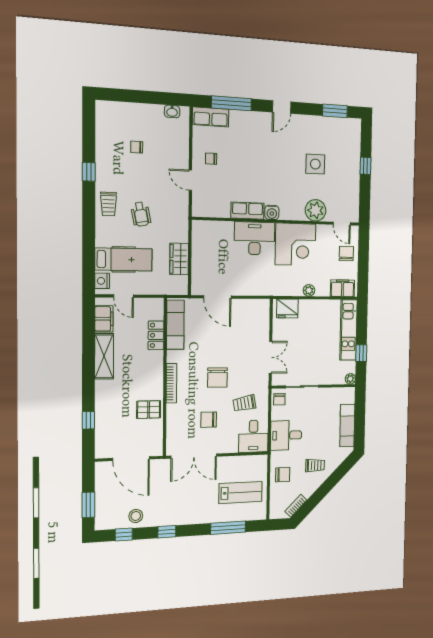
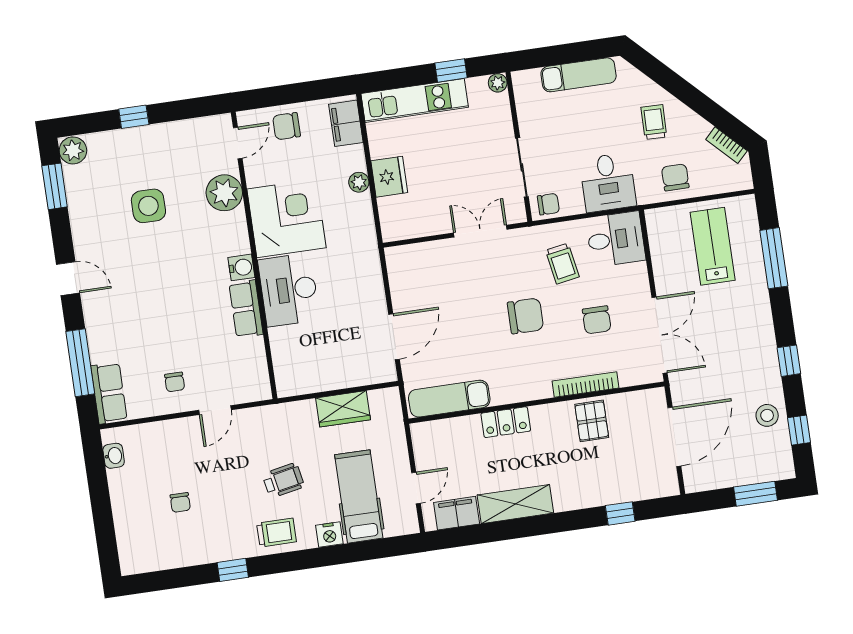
plant: (353, 126) -> (73, 150), added
nightstand: (102, 281) -> (329, 535), moved
fridge: (287, 309) -> (389, 177), moved
locker: (156, 335) -> (506, 422), moved
bookcase: (171, 383) -> (586, 385), moved

